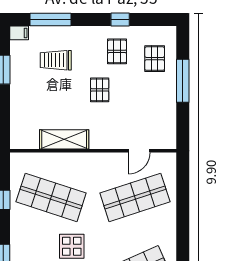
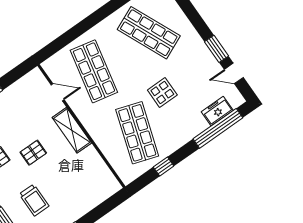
shelving: (64, 139) -> (72, 130), moved
shop shelf: (135, 197) -> (94, 71), turned 30

